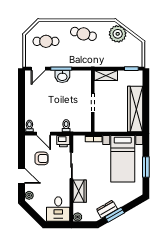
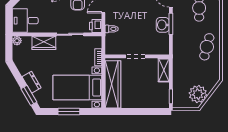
plant: (118, 34) -> (198, 94), moved
wardrobe: (135, 109) -> (113, 84), moved, turned 90
dresser: (107, 209) -> (32, 82), moved
window: (115, 215) -> (29, 95), moved

